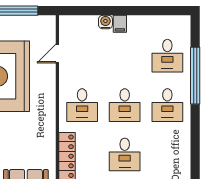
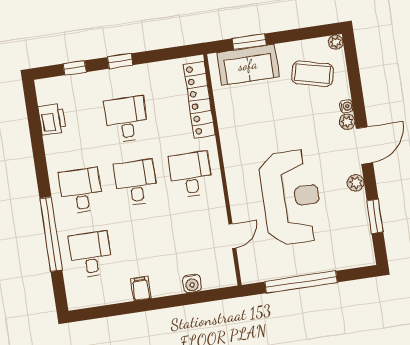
water cooler: (105, 22) -> (192, 283), moved
filing cabinet: (120, 24) -> (141, 289), moved
printer: (181, 163) -> (52, 119), added

